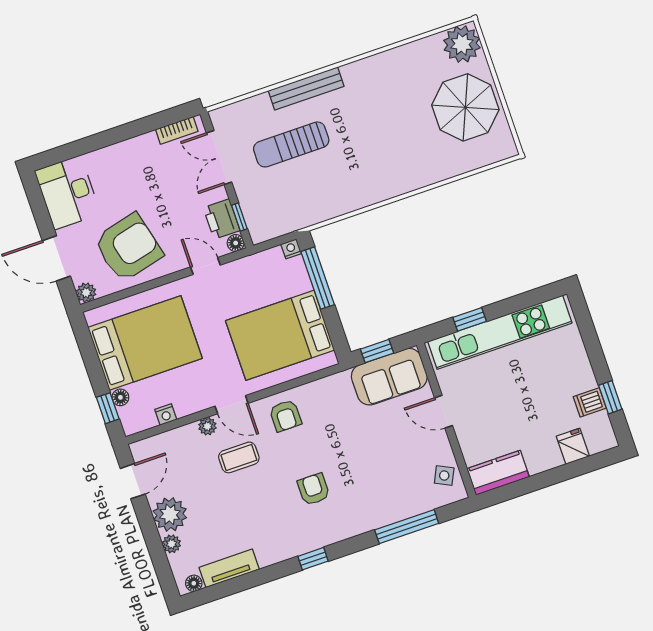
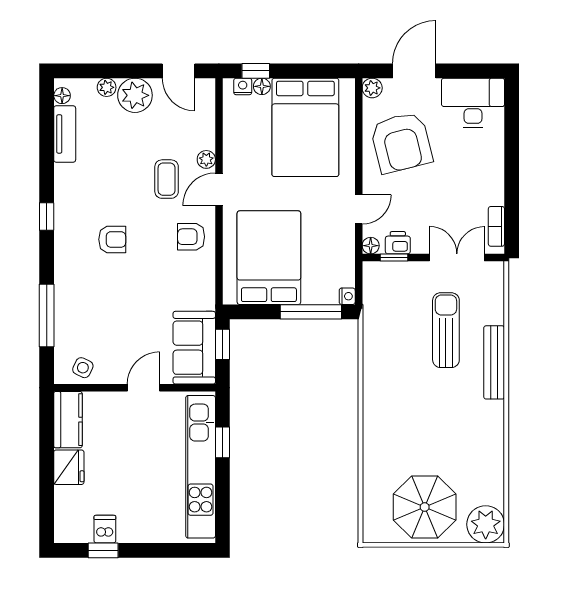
printer: (222, 219) -> (398, 243), width x0.73, depth x0.81
nightstand: (166, 415) -> (243, 86), moved, turned 90
fridge: (573, 446) -> (69, 467), moved, width x1.38

